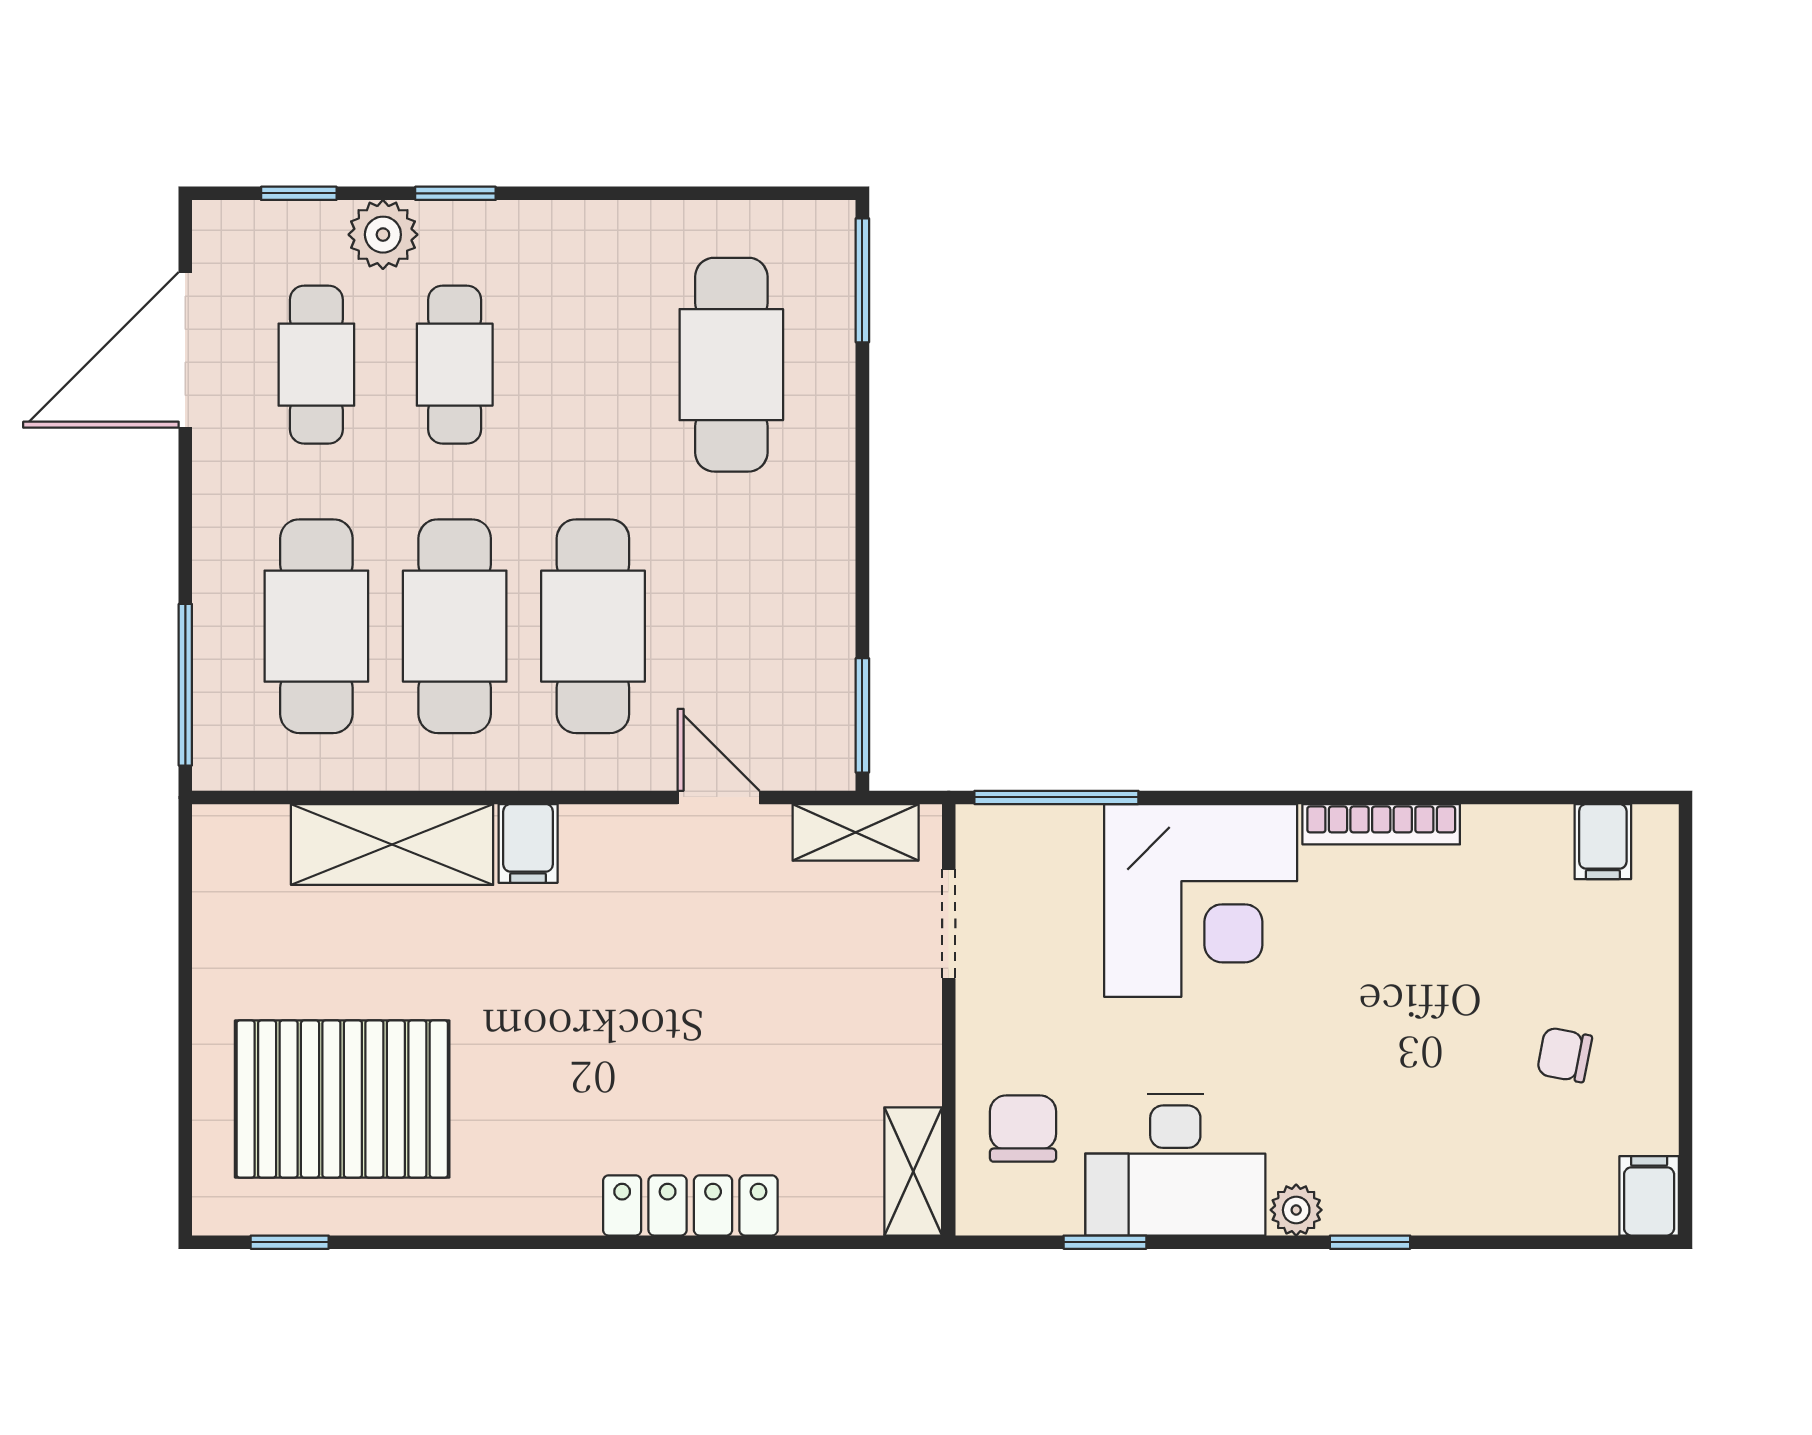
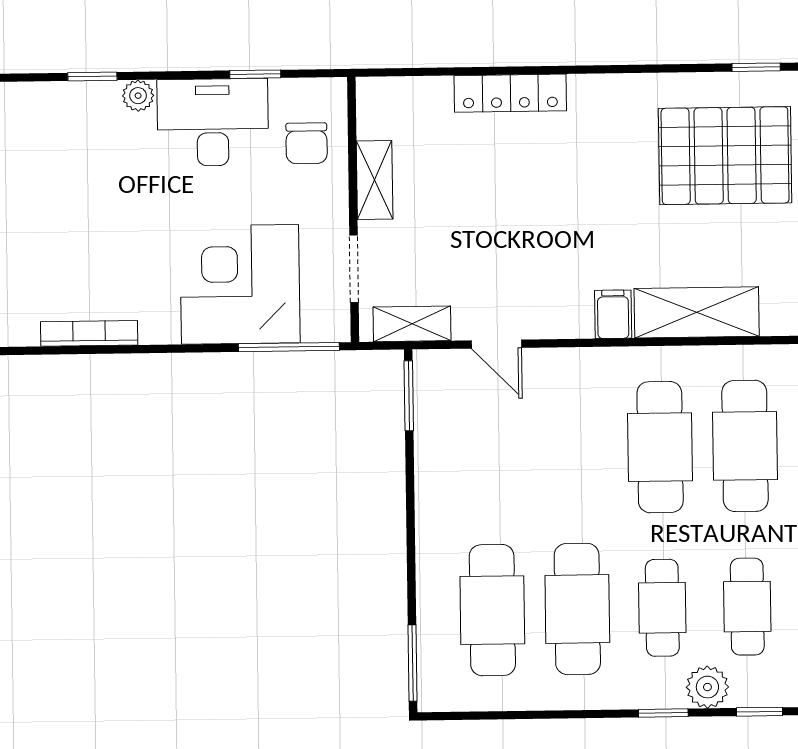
cafe table: (593, 626) -> (577, 609), moved
corner desk: (1201, 901) -> (240, 284), moved
shelving: (913, 1171) -> (375, 180), moved

